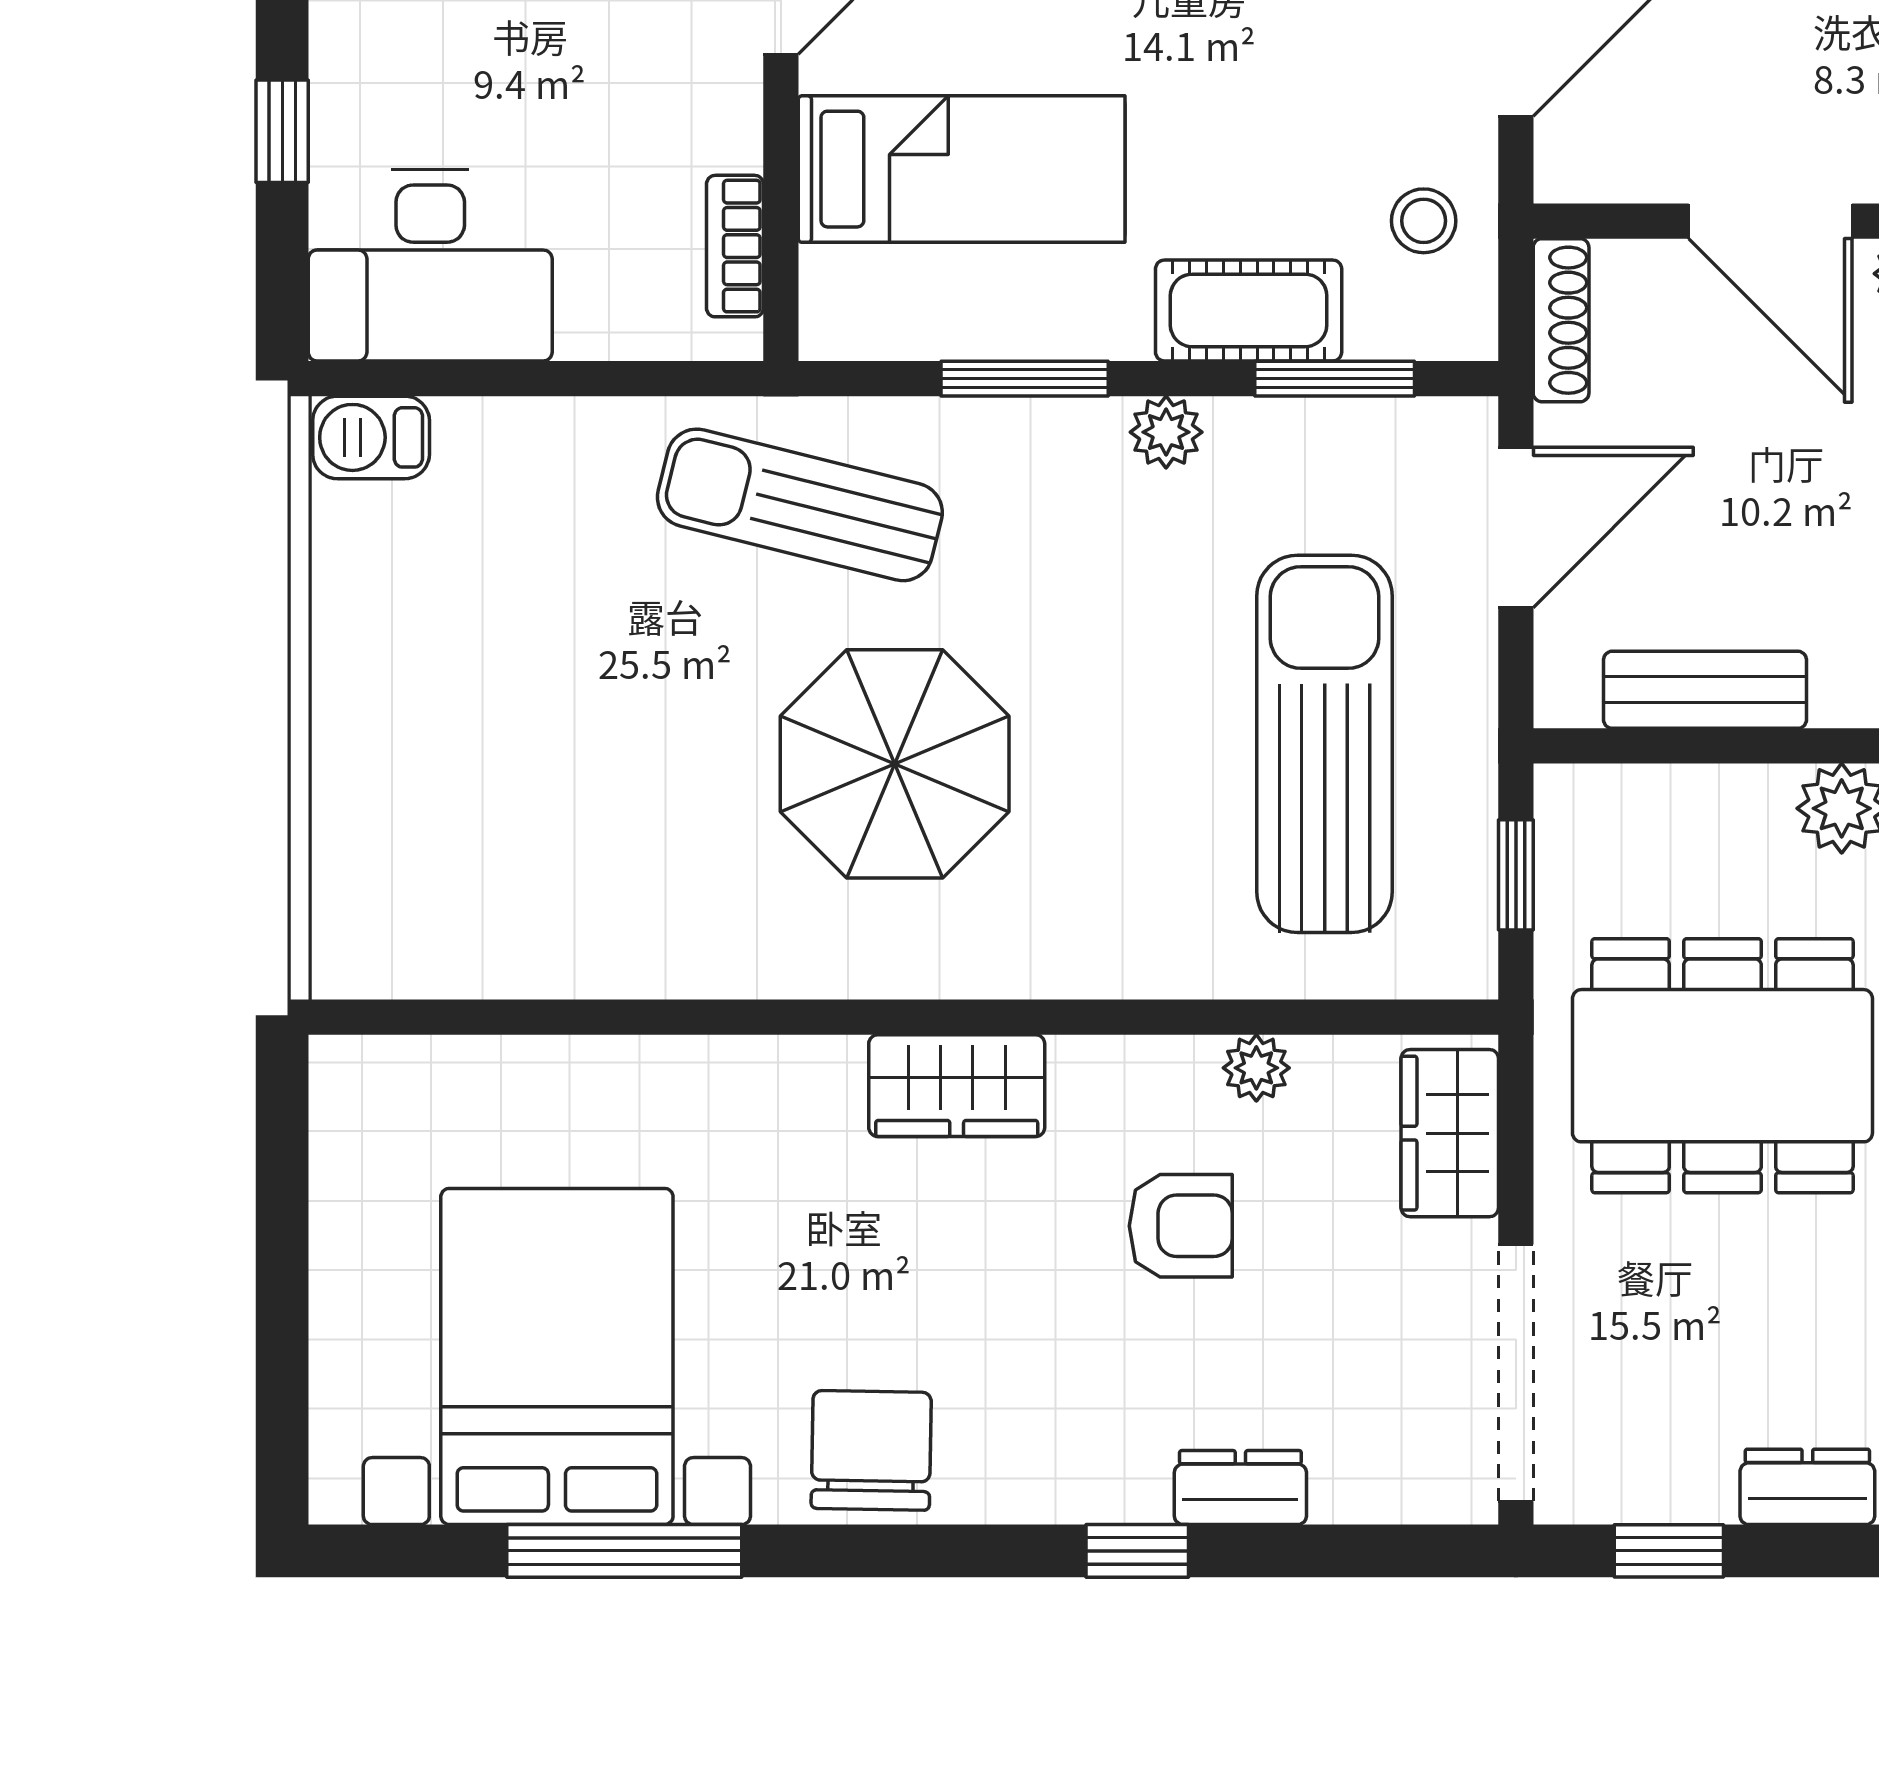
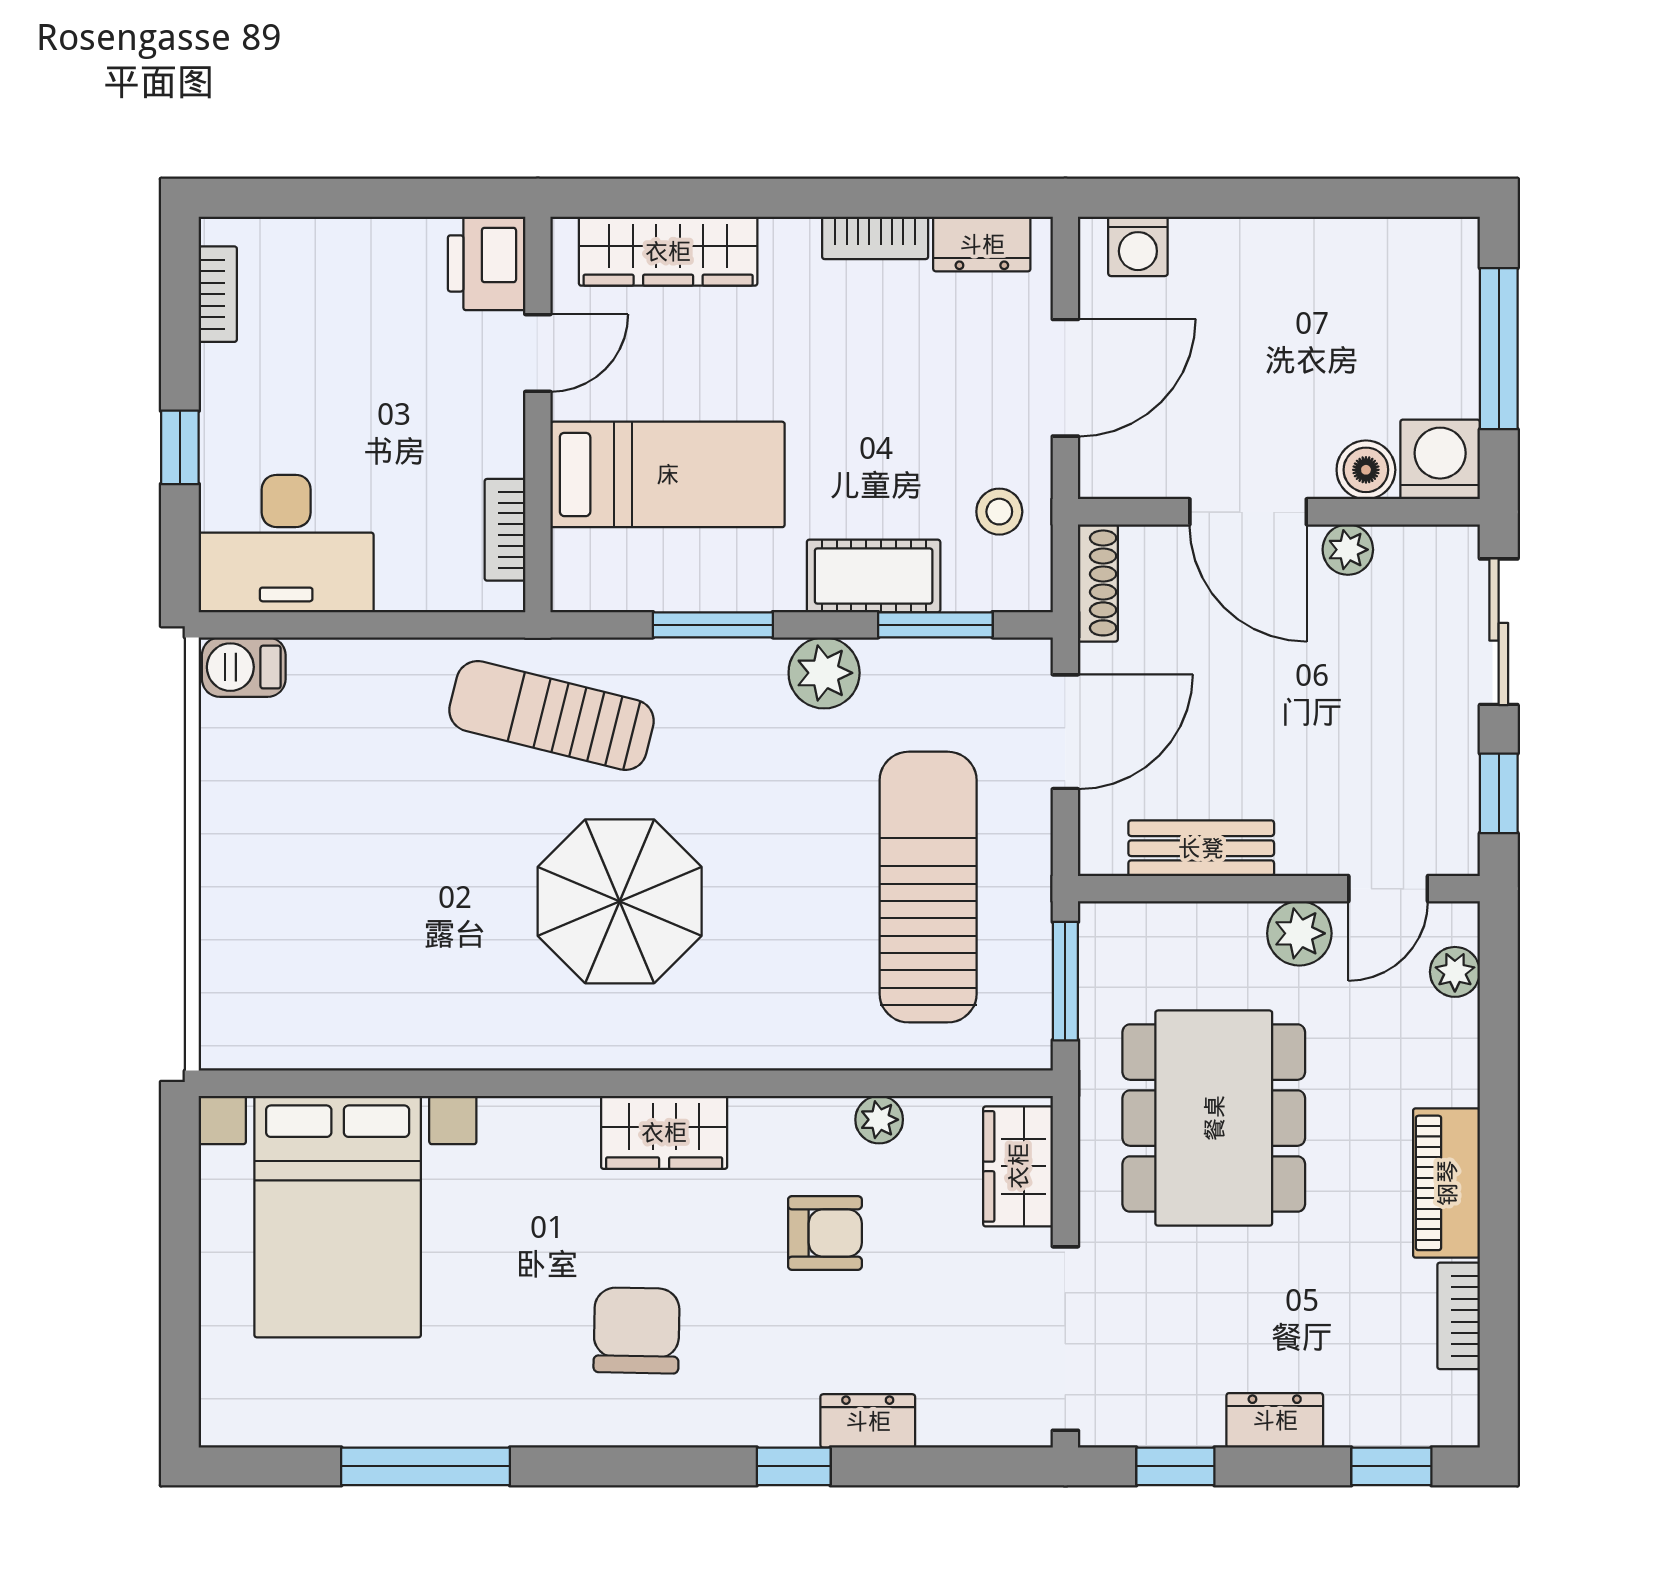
plant: (1166, 432) -> (824, 673), width x1.38, depth x1.38
window: (1516, 875) -> (1065, 981), width x1.50
dining table: (1722, 1066) -> (1214, 1118), turned 90
bed with nightstands: (557, 1356) -> (338, 1217), moved, turned 180
chair: (871, 1450) -> (637, 1331), moved

